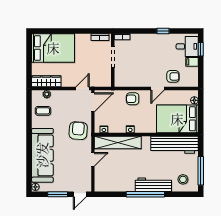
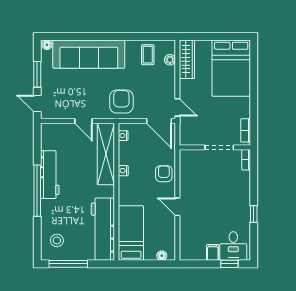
armchair: (173, 76) -> (193, 227), removed
bed: (177, 119) -> (131, 233), width x0.67
armchair: (78, 131) -> (121, 101), turned -94
workbench: (153, 185) -> (50, 175), moved

